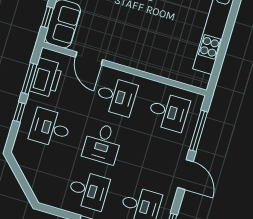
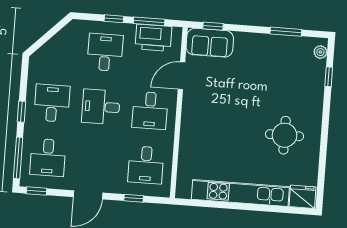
window: (198, 131) -> (134, 198), width x0.46
desk: (88, 190) -> (52, 103), turned 180

